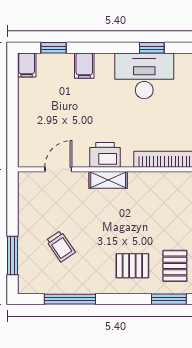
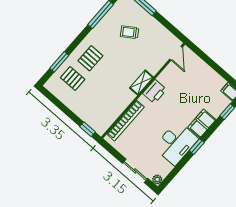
window: (152, 48) -> (197, 147), moved
filing cabinet: (84, 66) -> (202, 123), width x2.00
door: (58, 169) -> (176, 53), moved

